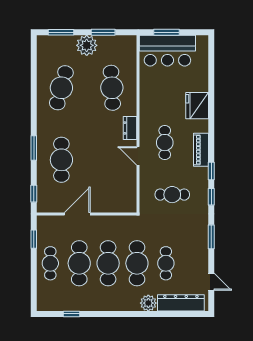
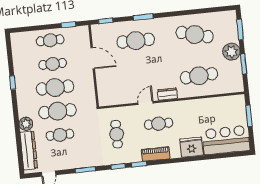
bar counter: (167, 51) -> (226, 140), moved, turned 90
cafe table: (79, 263) -> (53, 64), width x0.73, depth x0.74
window: (72, 314) -> (13, 83), moved

